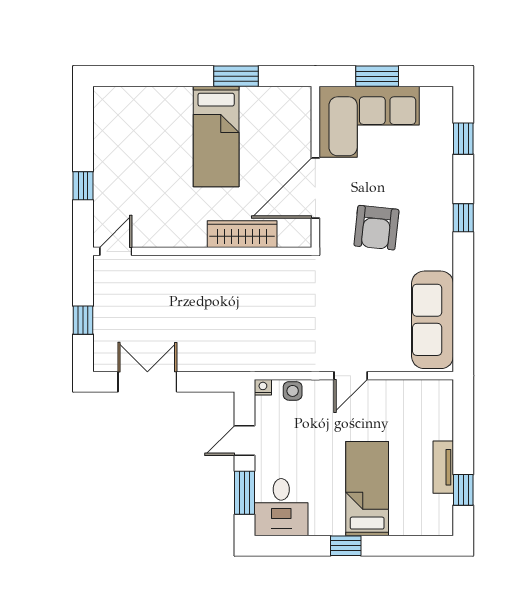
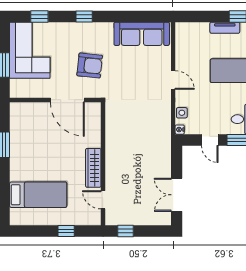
corner sofa: (369, 122) -> (30, 50), moved
bed: (216, 136) -> (38, 195), moved
wardrobe: (242, 234) -> (93, 168), moved
door: (116, 251) -> (103, 200), moved
window: (83, 320) -> (125, 231), moved

